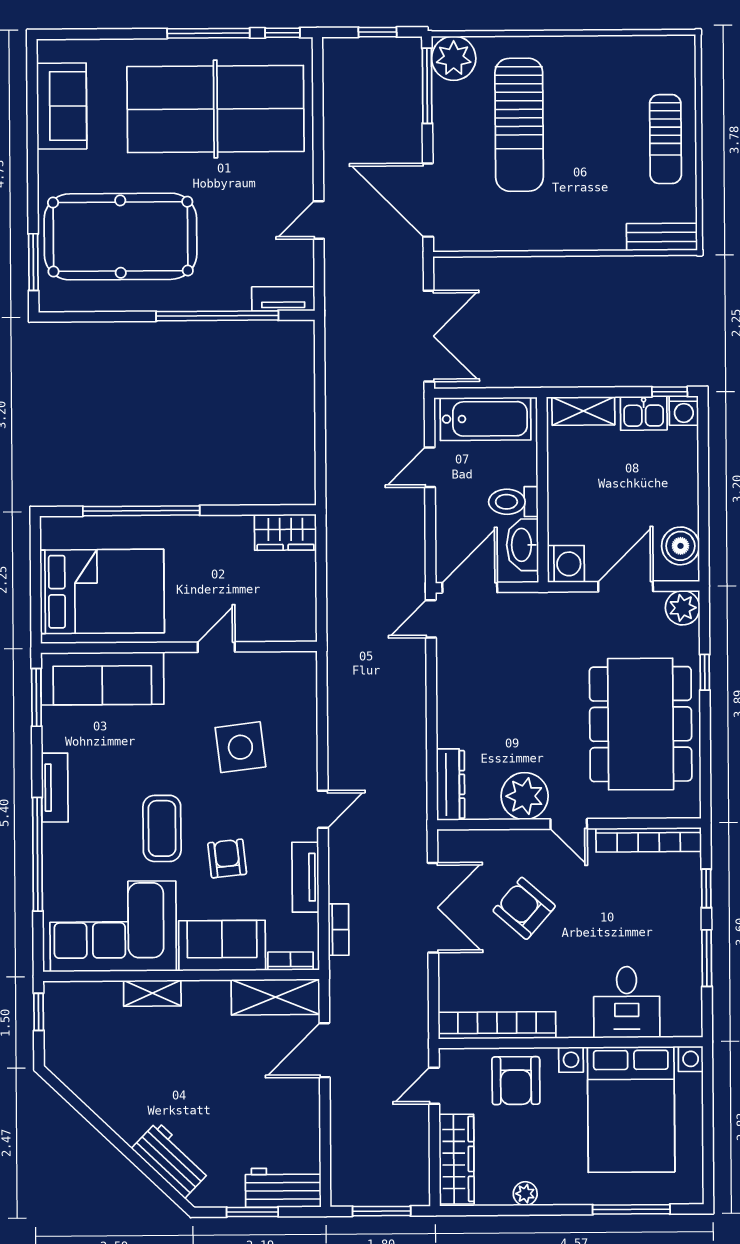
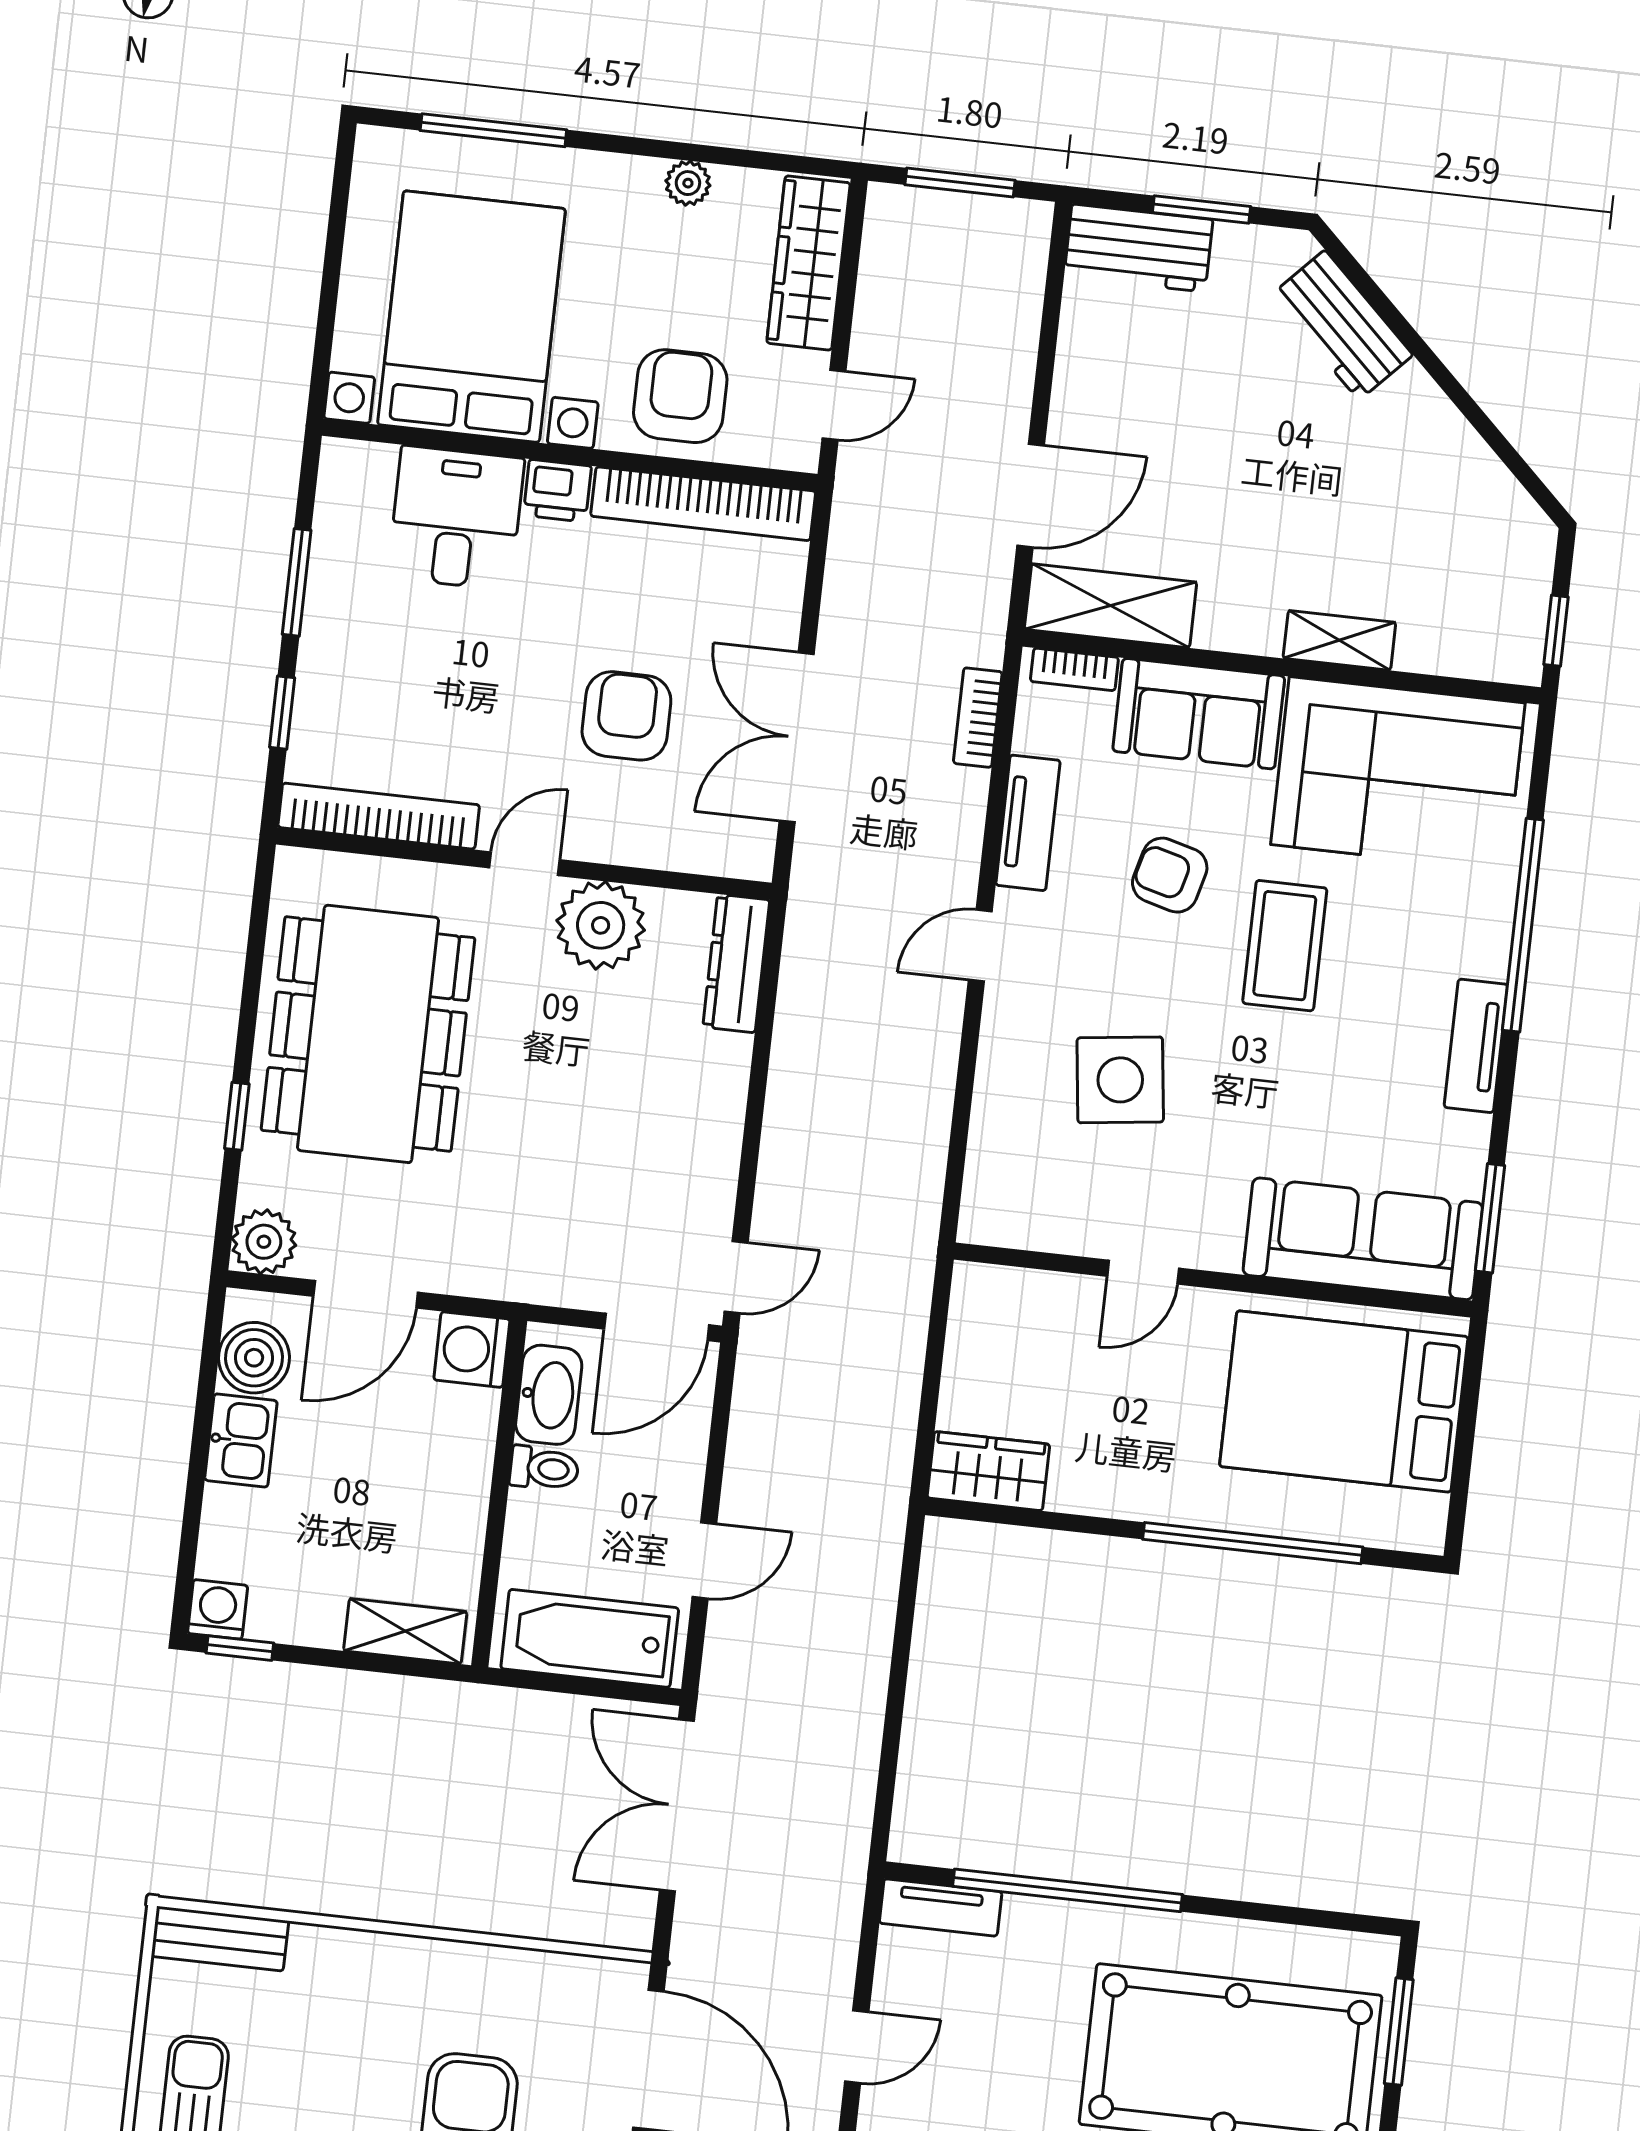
kitchen sink: (644, 413) -> (241, 1440), moved, turned 90
toilet: (513, 502) -> (544, 1468), width x0.73, depth x0.72
door: (569, 824) -> (524, 864), hinge flipped
armchair: (227, 858) -> (1170, 875), turned 111
armchair: (524, 908) -> (626, 716), turned -131
printer: (575, 1023) -> (557, 491), added

